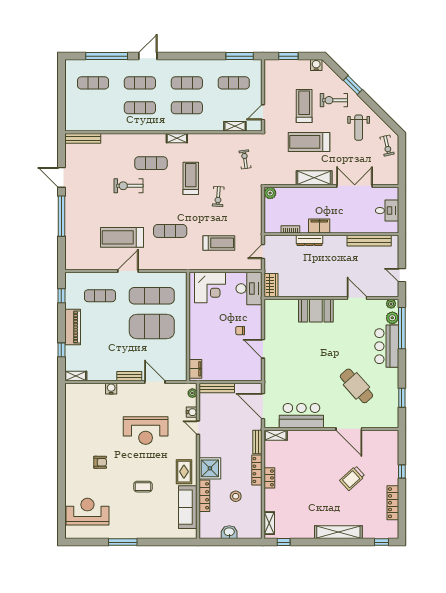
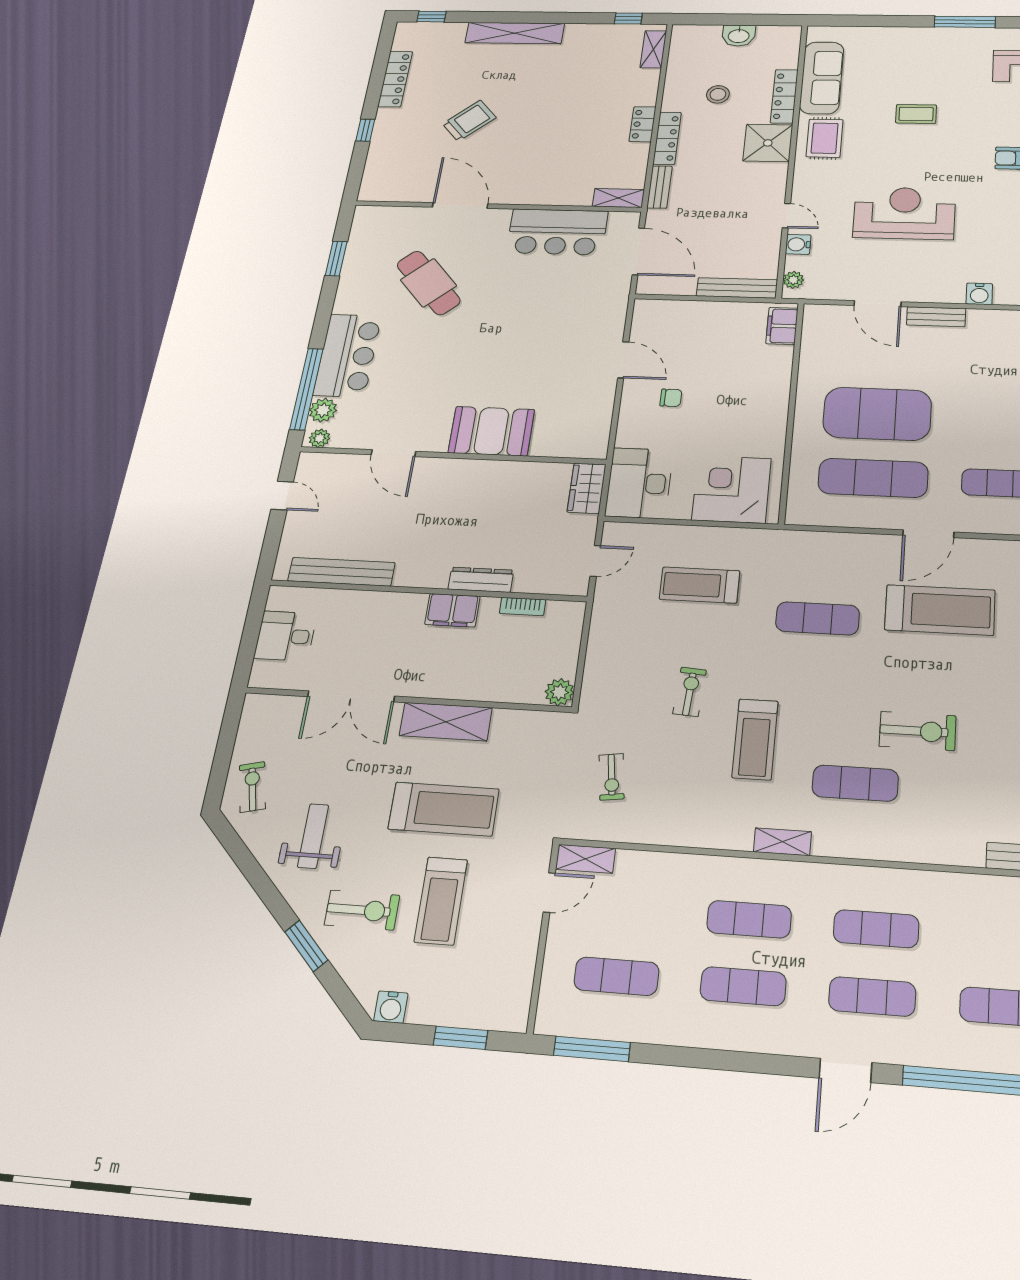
shelving: (235, 126) -> (585, 859), moved

